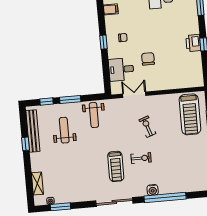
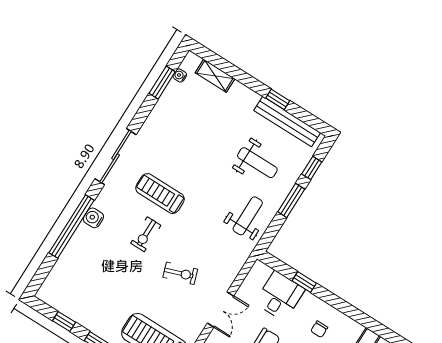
window: (103, 42) -> (304, 282), moved
double door: (134, 95) -> (220, 309), moved
weight bench: (94, 115) -> (248, 216), turned 90

